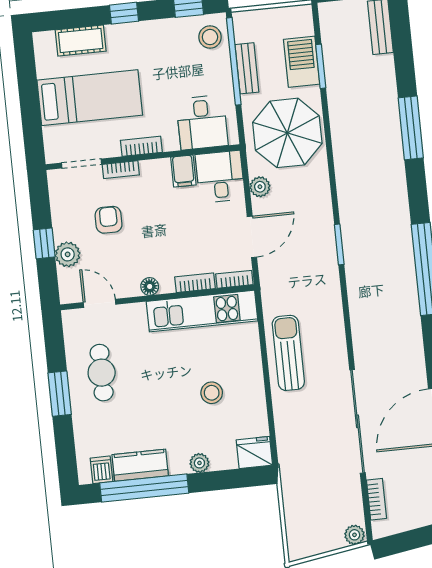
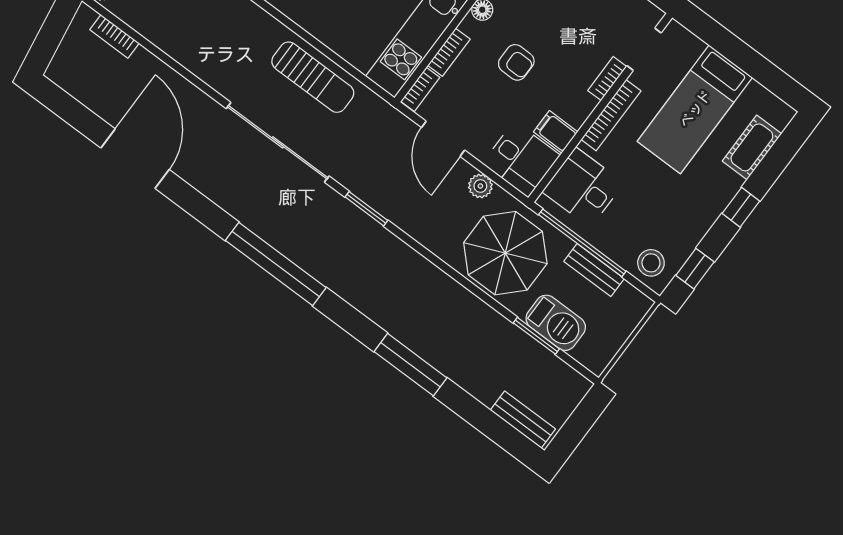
window: (234, 61) -> (582, 243), moved
bookcase: (141, 146) -> (611, 115), width x1.56
armchair: (109, 220) -> (516, 62), moved
sliding door: (357, 421) -> (278, 142), moved

